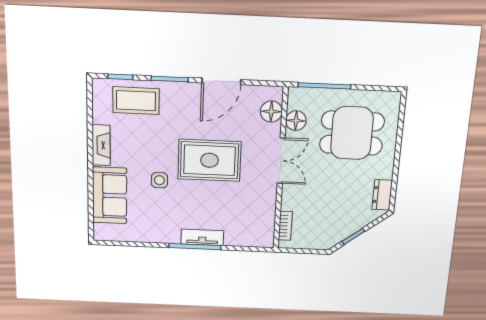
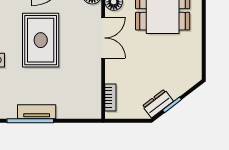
rug: (209, 160) -> (41, 40), turned 90
dresser: (382, 195) -> (158, 104), moved, turned 52

